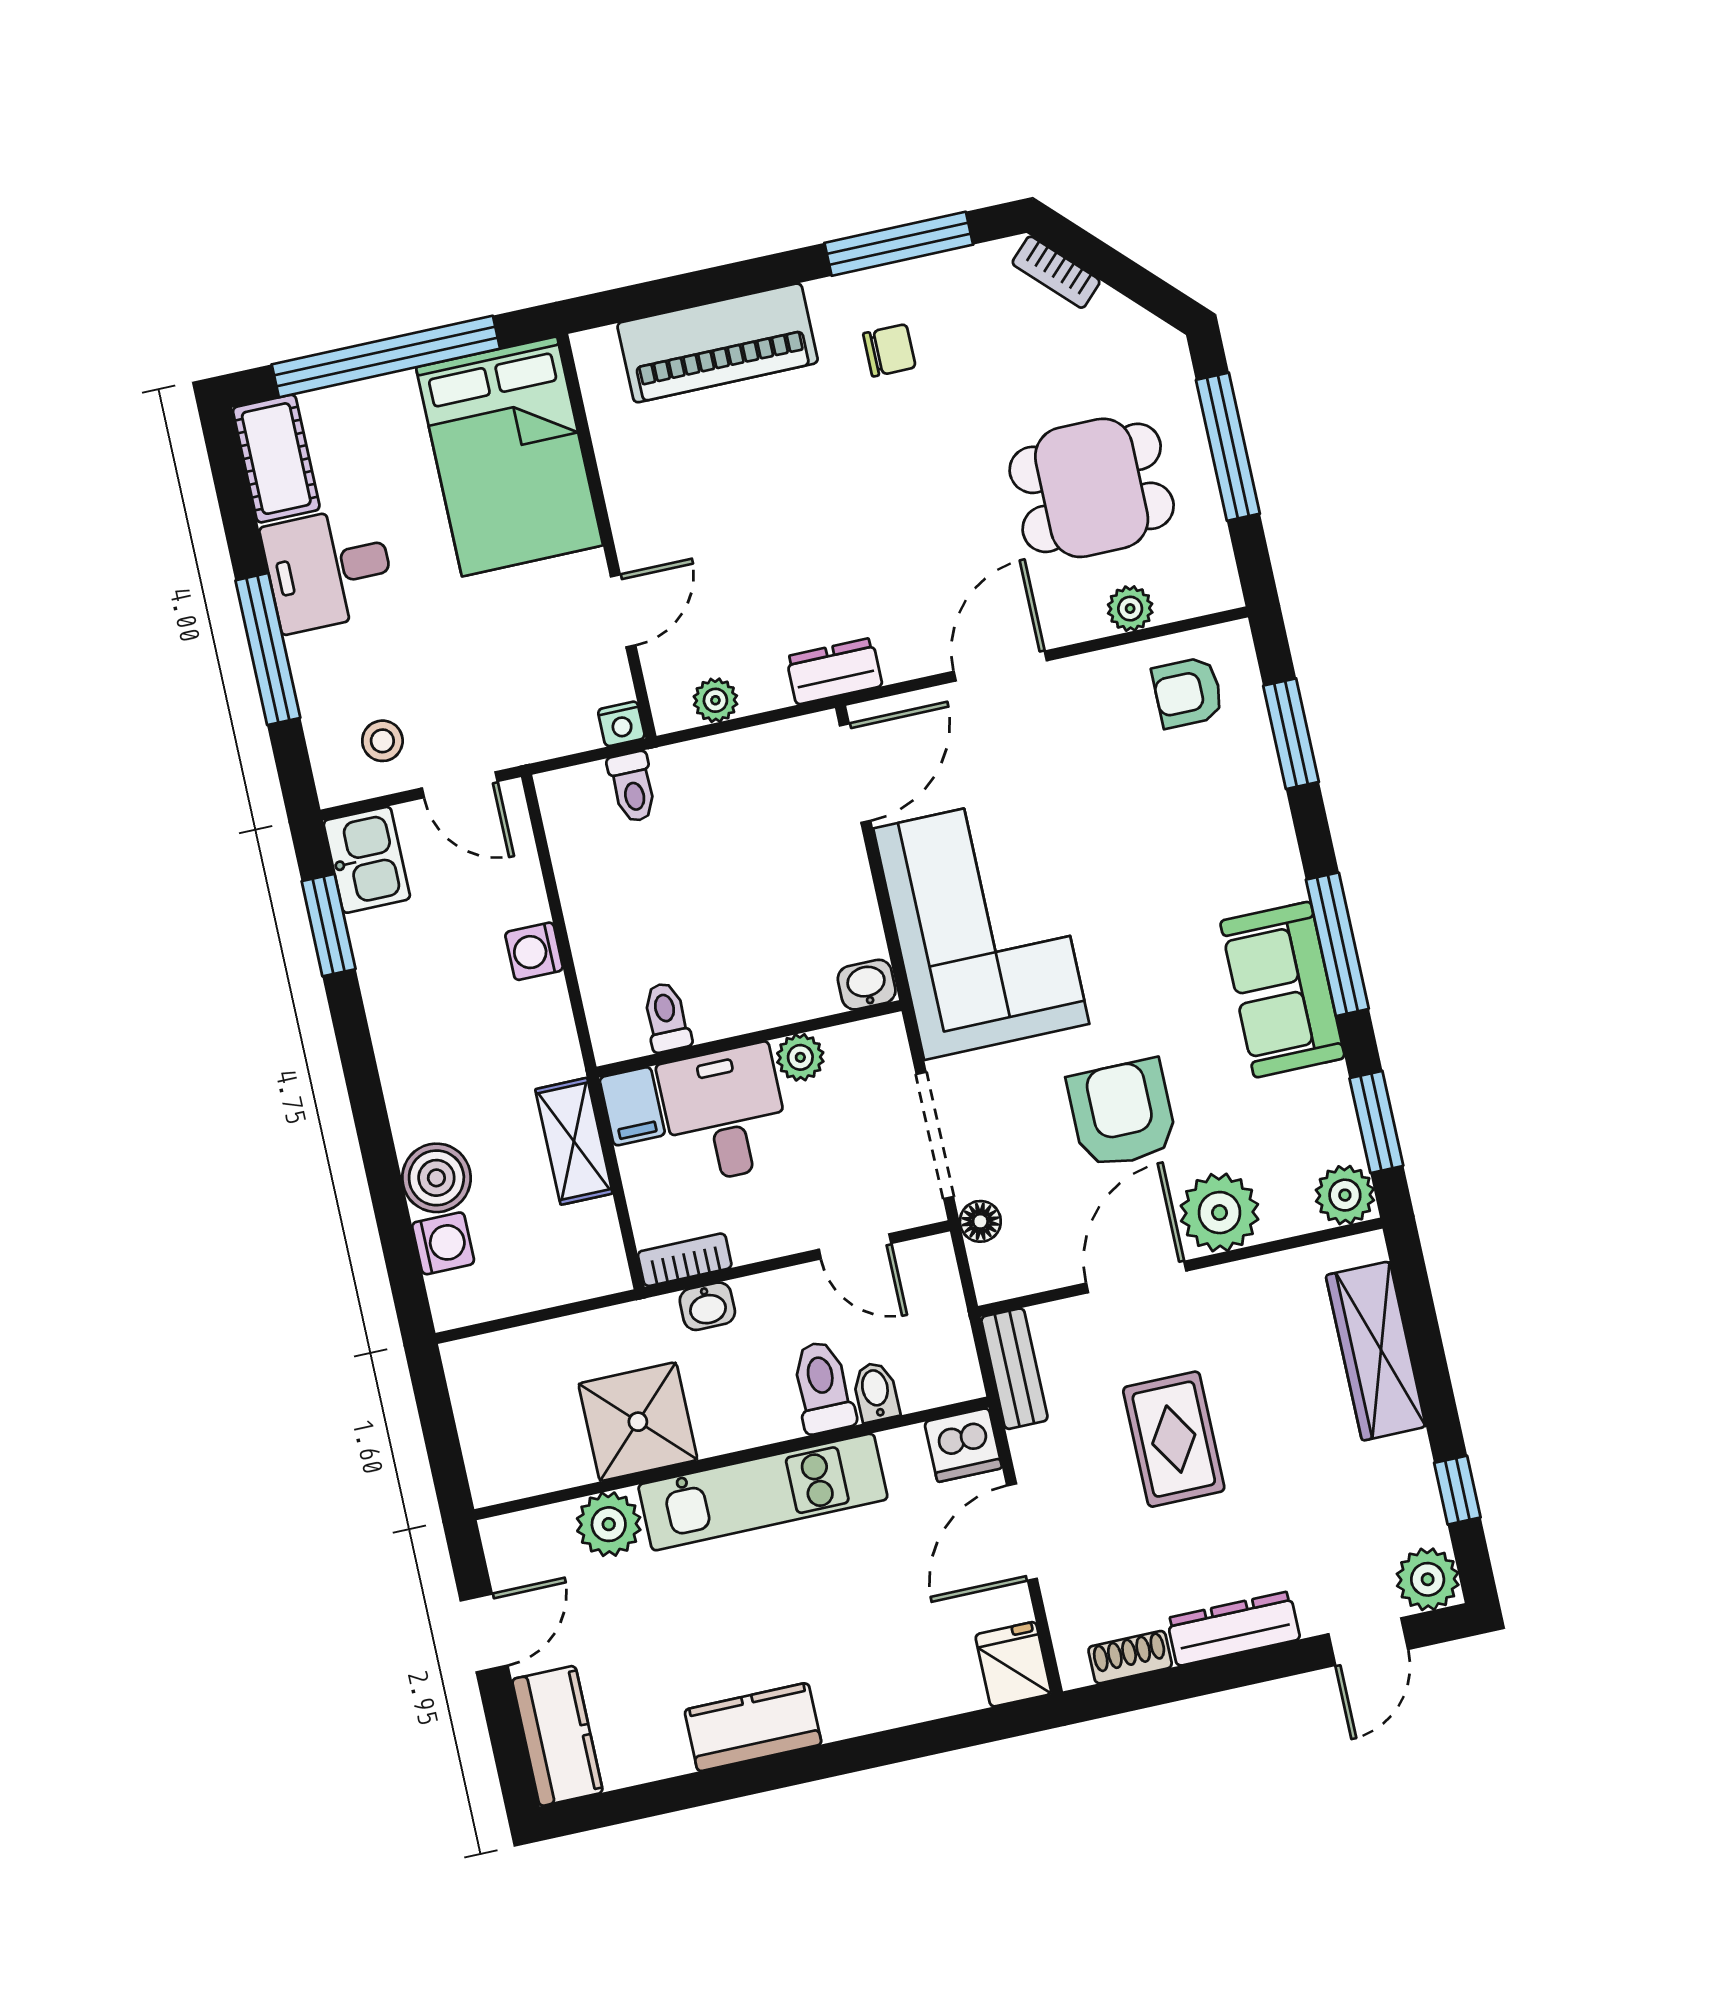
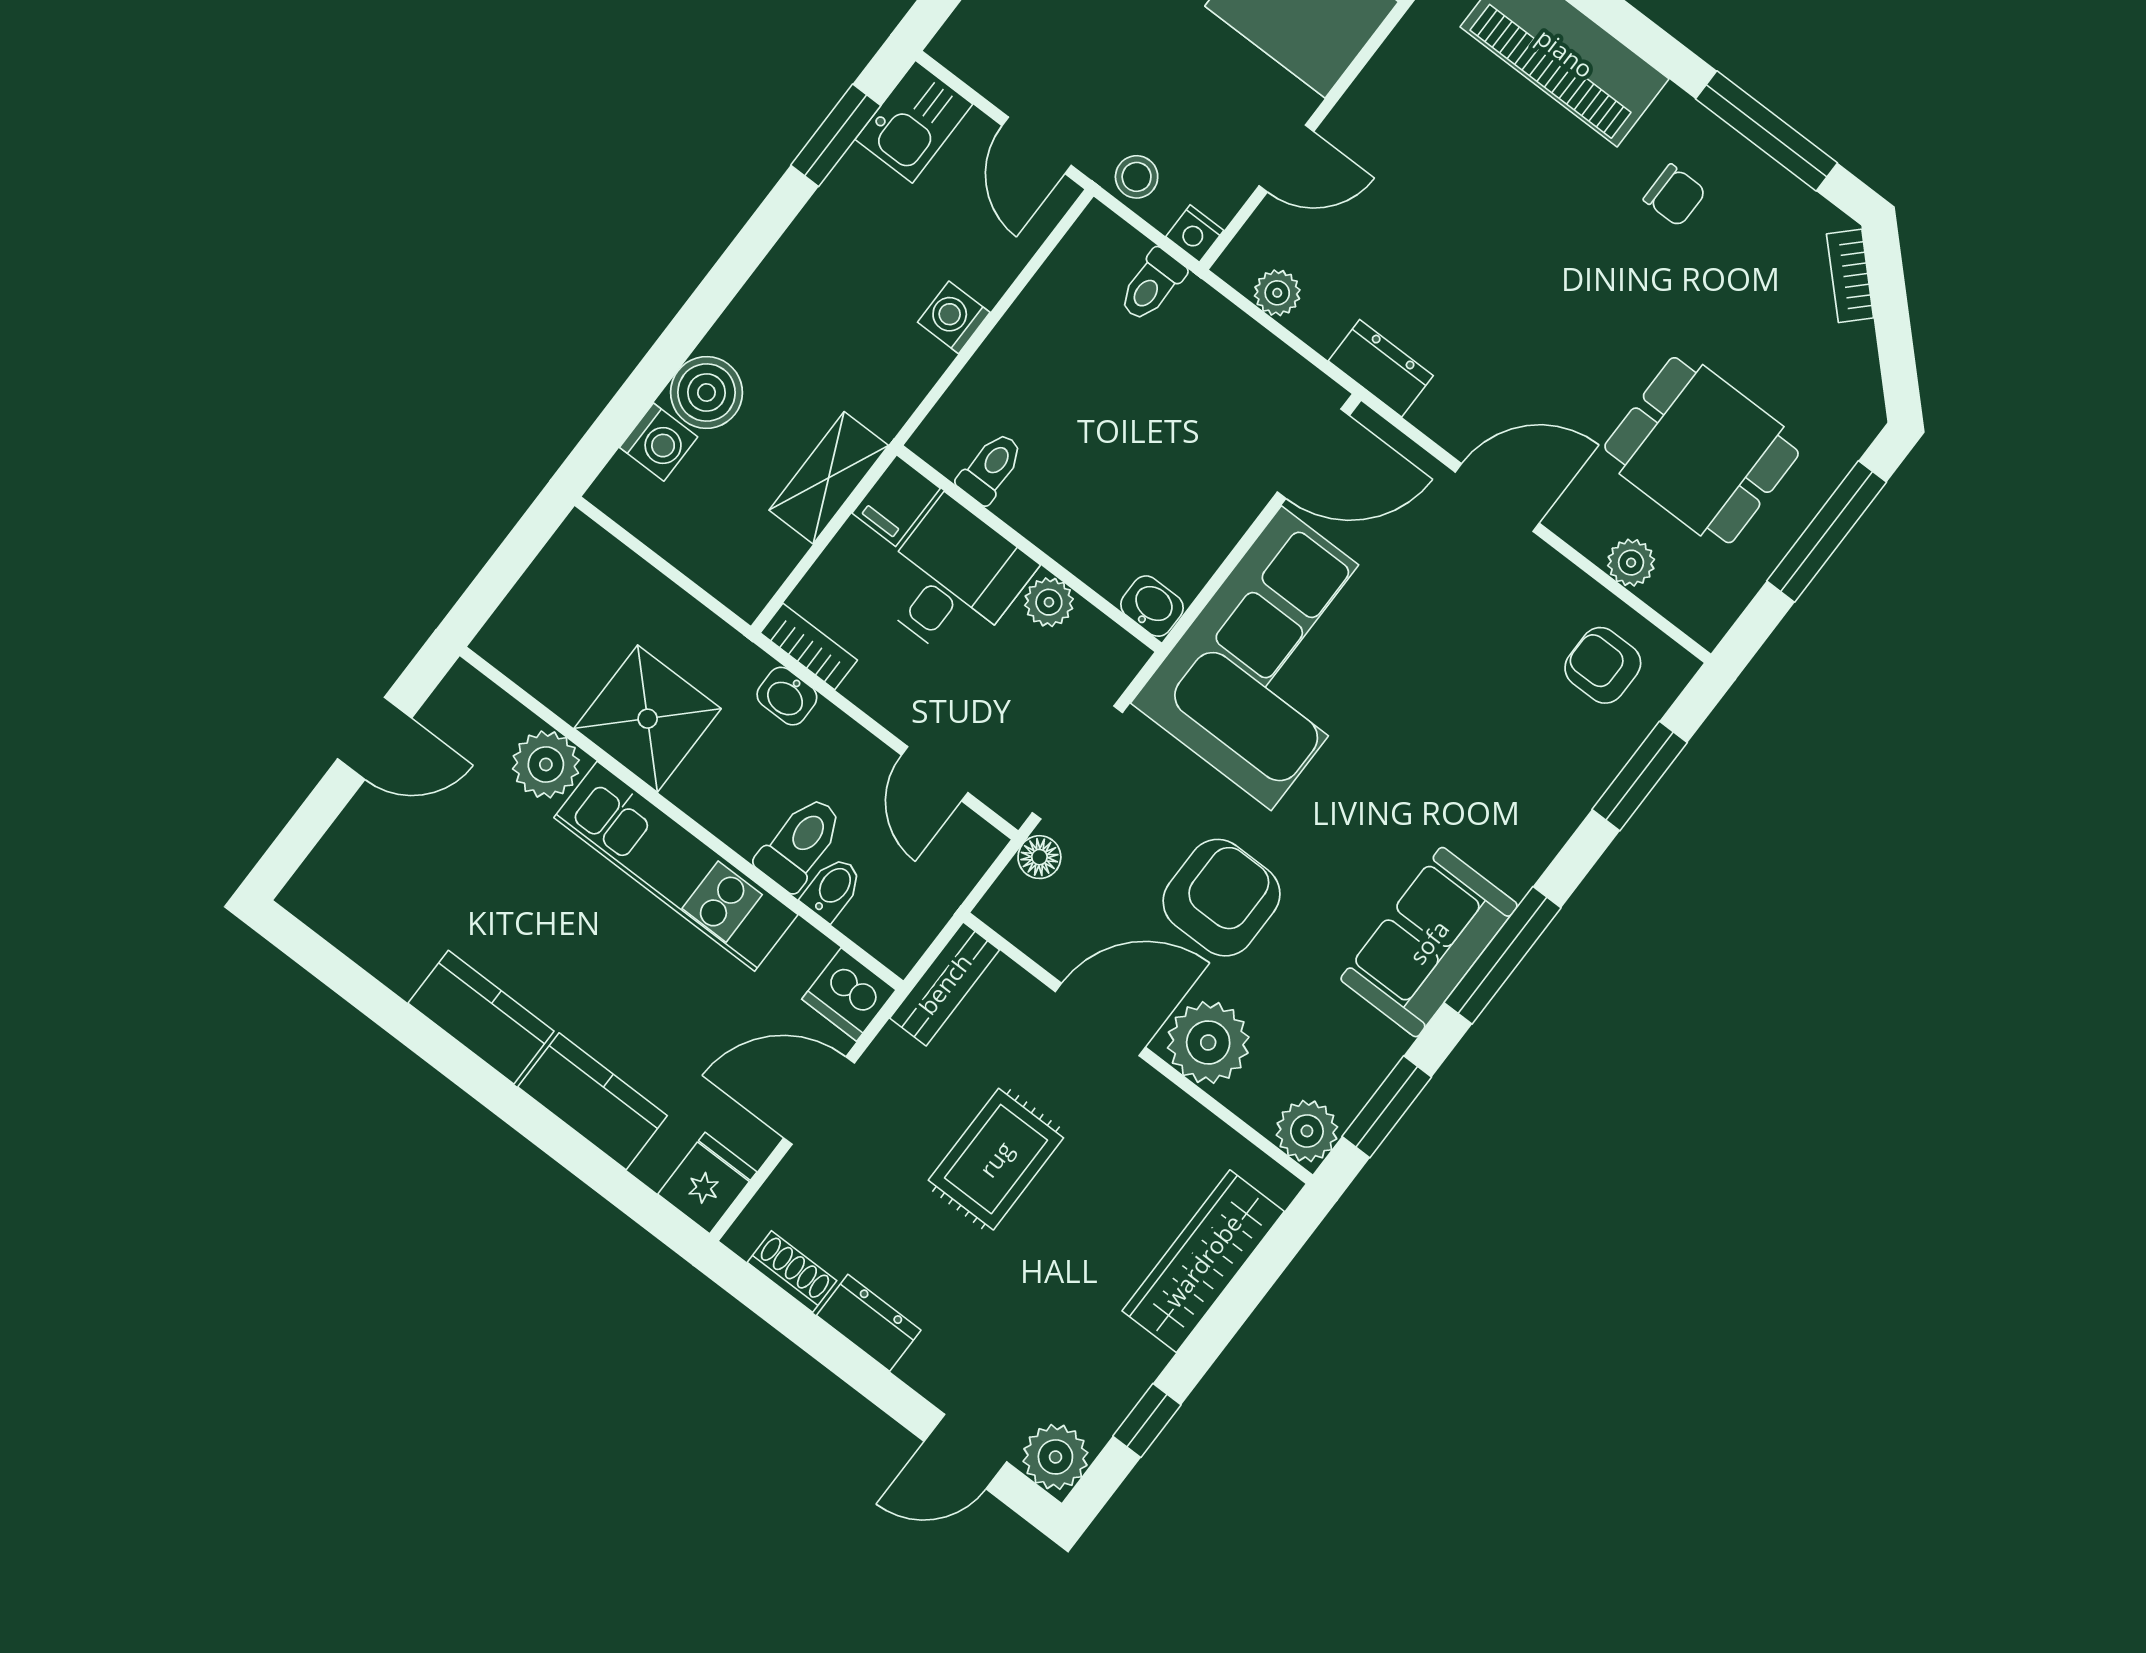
stool: (382, 741) -> (1137, 177), moved
dresser: (1233, 1629) -> (869, 1323), width x0.70
kitchen counter: (557, 1736) -> (593, 1101), moved, turned -90

